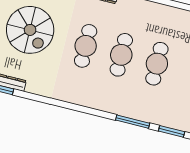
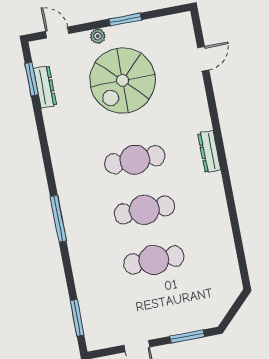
window: (133, 122) -> (58, 219), moved

